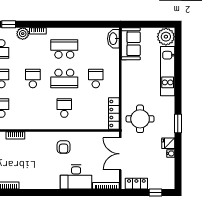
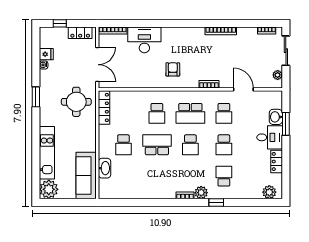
washbasin: (113, 39) -> (105, 168), moved
sofa: (131, 44) -> (86, 176), width x1.36
school desk: (64, 49) -> (190, 113), moved
fridge: (168, 143) -> (46, 54), moved
armchair: (64, 147) -> (173, 69), moved

